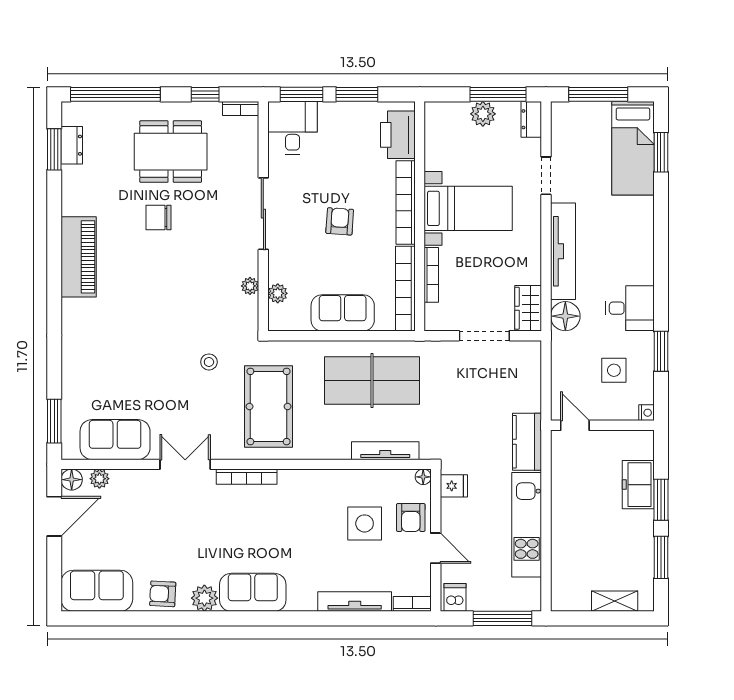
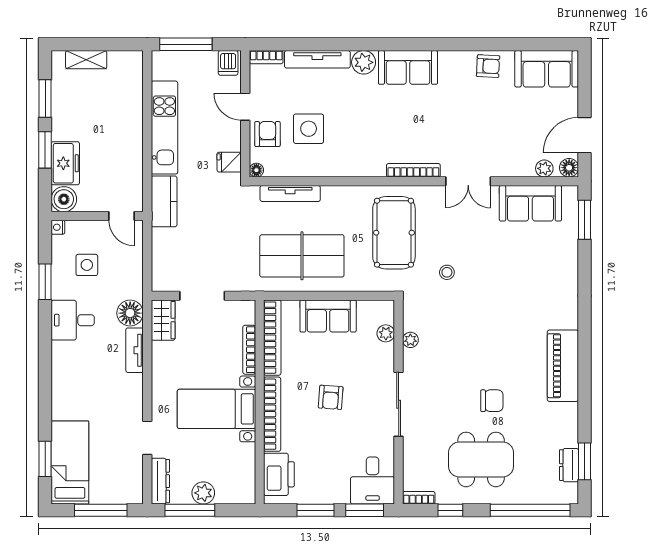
dresser: (531, 119) -> (160, 481), width x1.44
tv unit: (563, 251) -> (135, 350), width x0.52, depth x0.78
boiler: (640, 444) -> (64, 199), added
plant: (204, 598) -> (364, 62), moved

